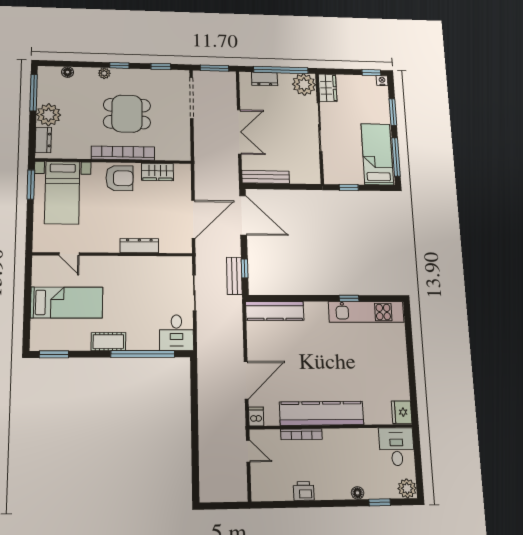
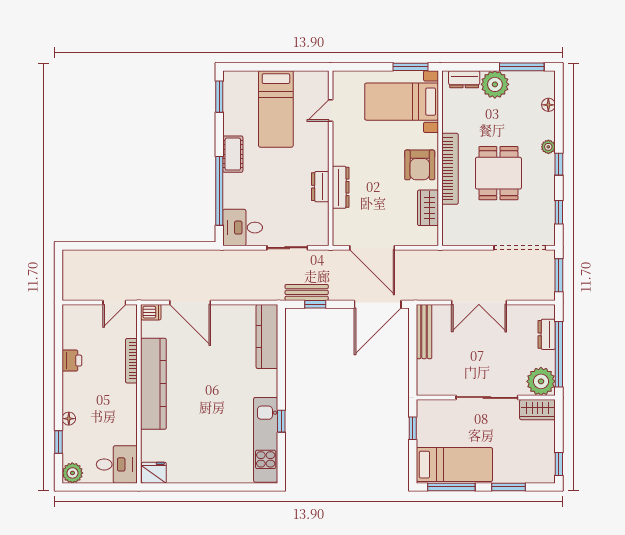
nightstand: (382, 81) -> (549, 476), removed
dresser: (139, 264) -> (320, 187), added

